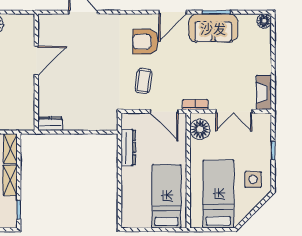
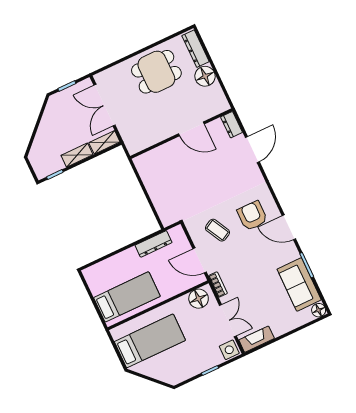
sofa: (213, 28) -> (299, 284), moved
coffee table: (144, 81) -> (217, 230), turned 54
door: (164, 111) -> (200, 260), hinge flipped
double door: (234, 111) -> (228, 321), swing flipped
dresser: (50, 124) -> (232, 125), moved, turned 180
side table: (253, 179) -> (229, 350), moved

